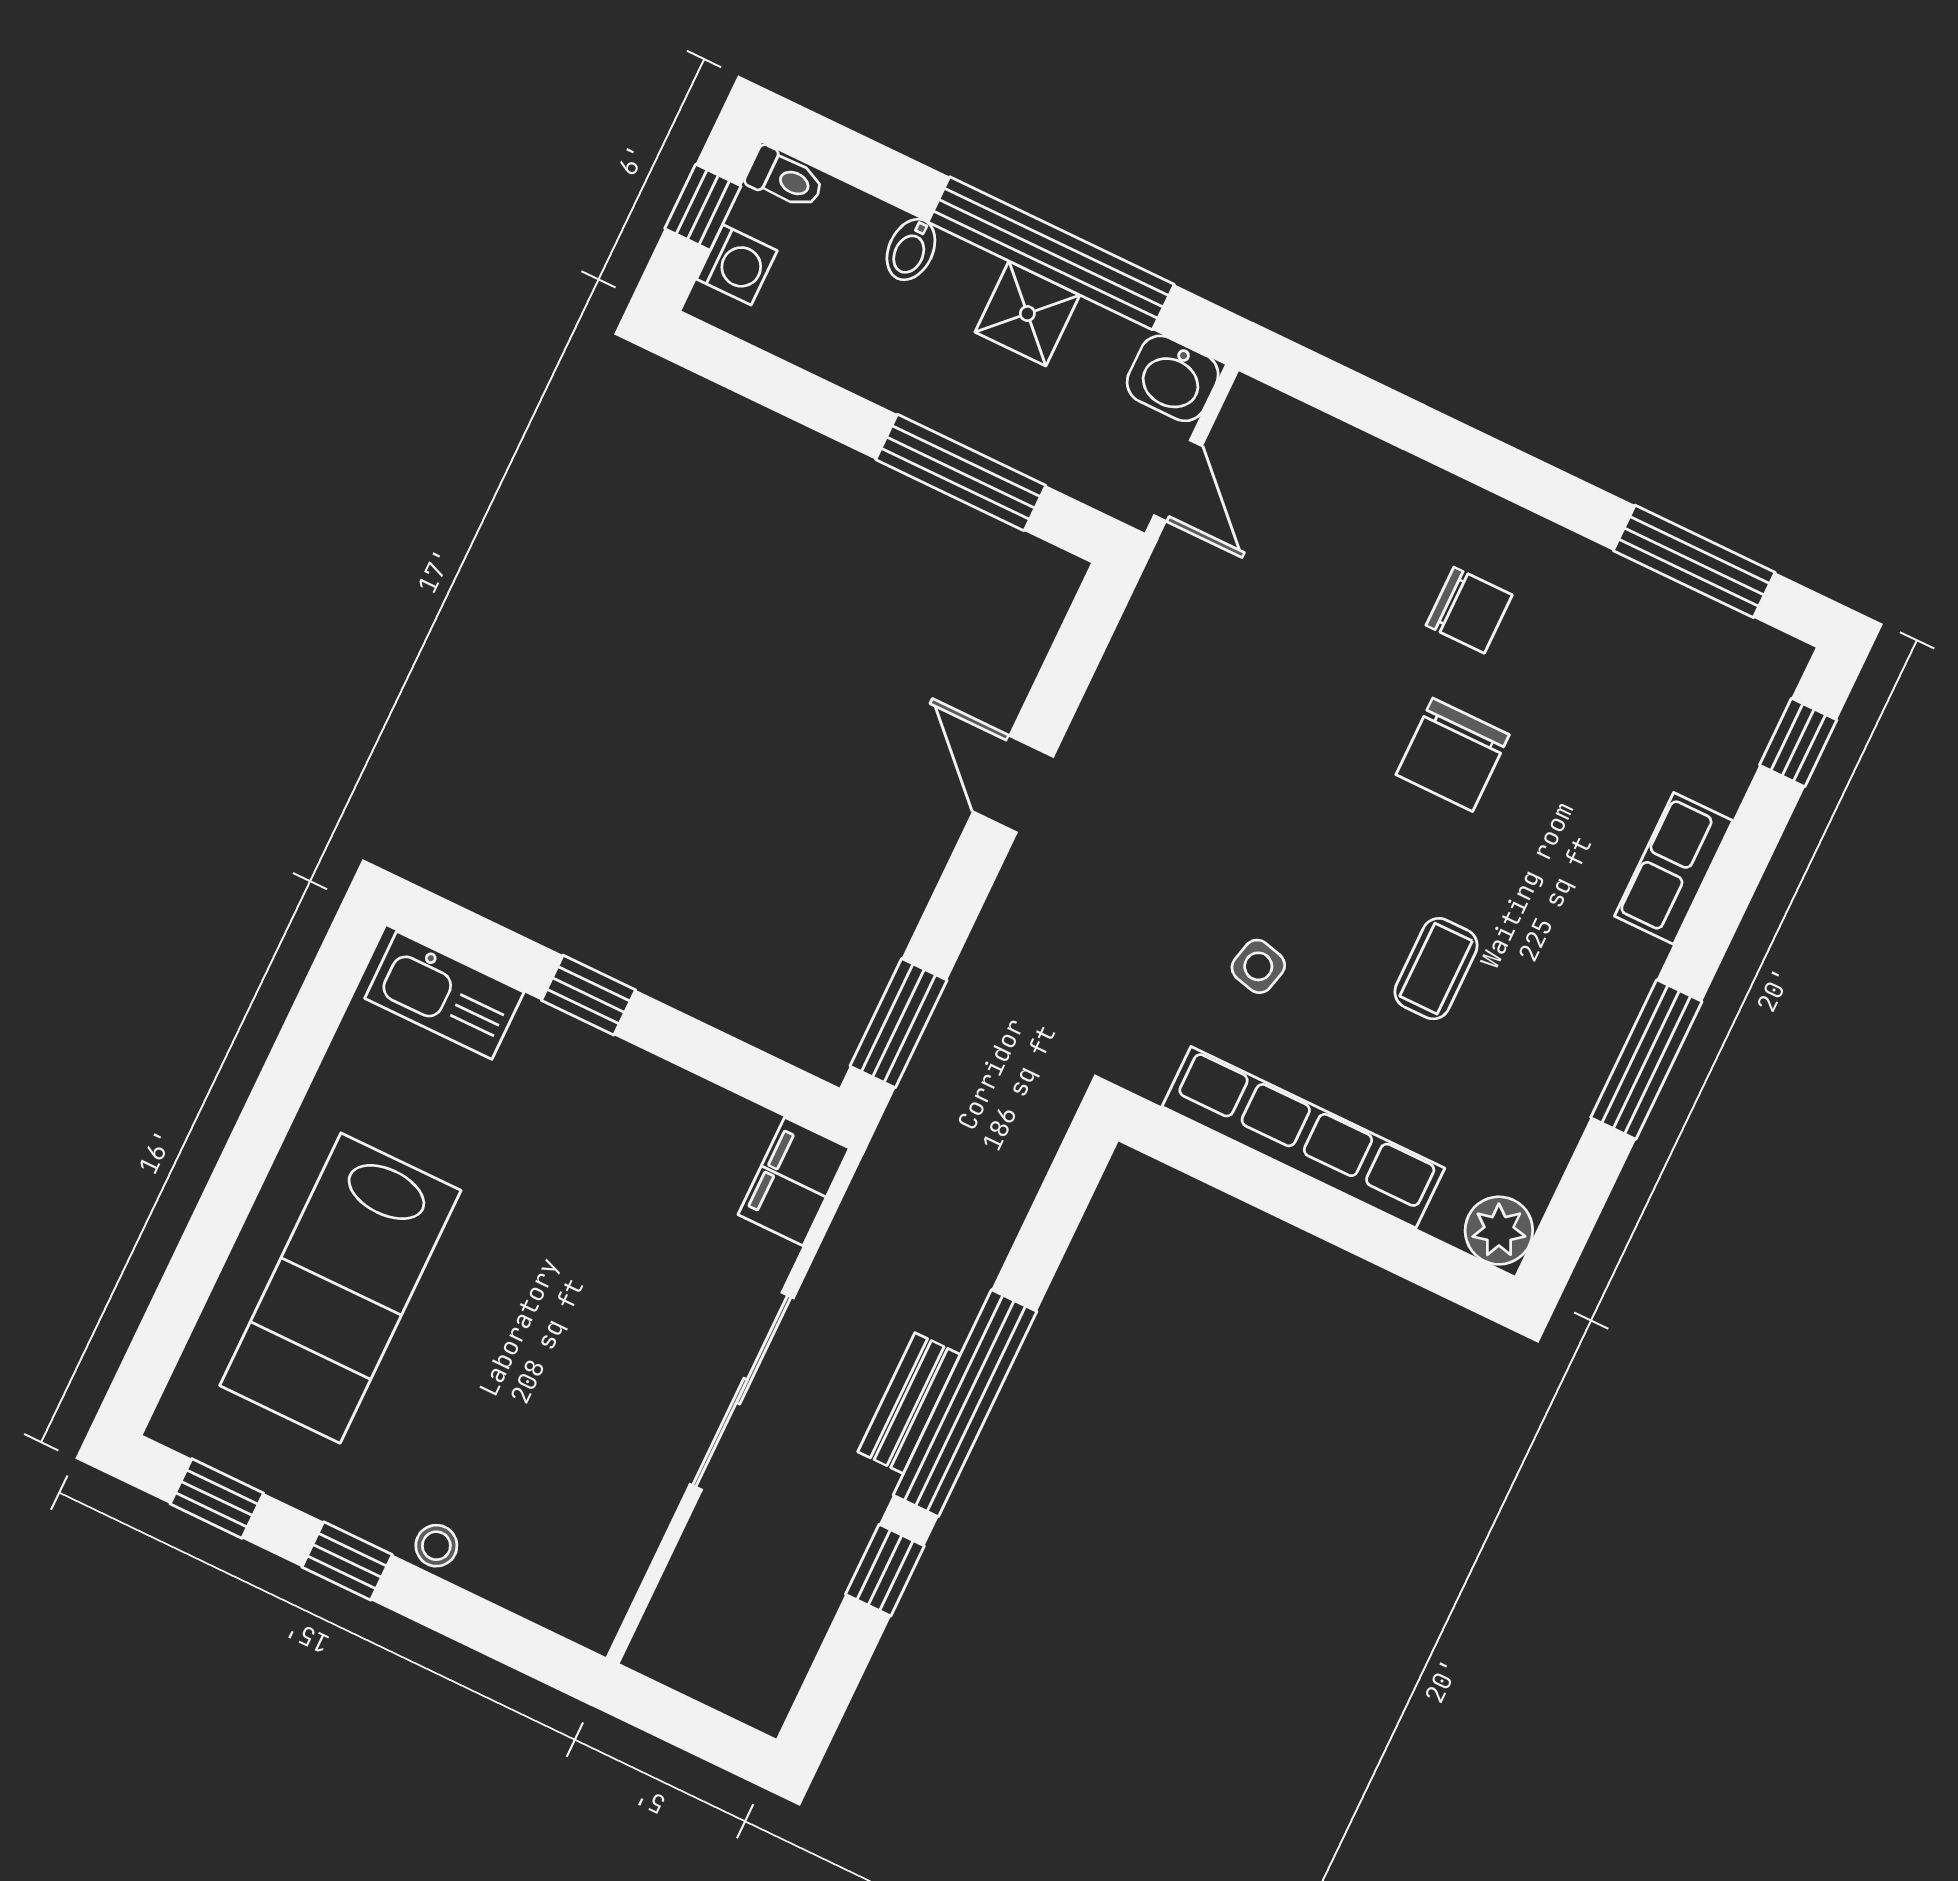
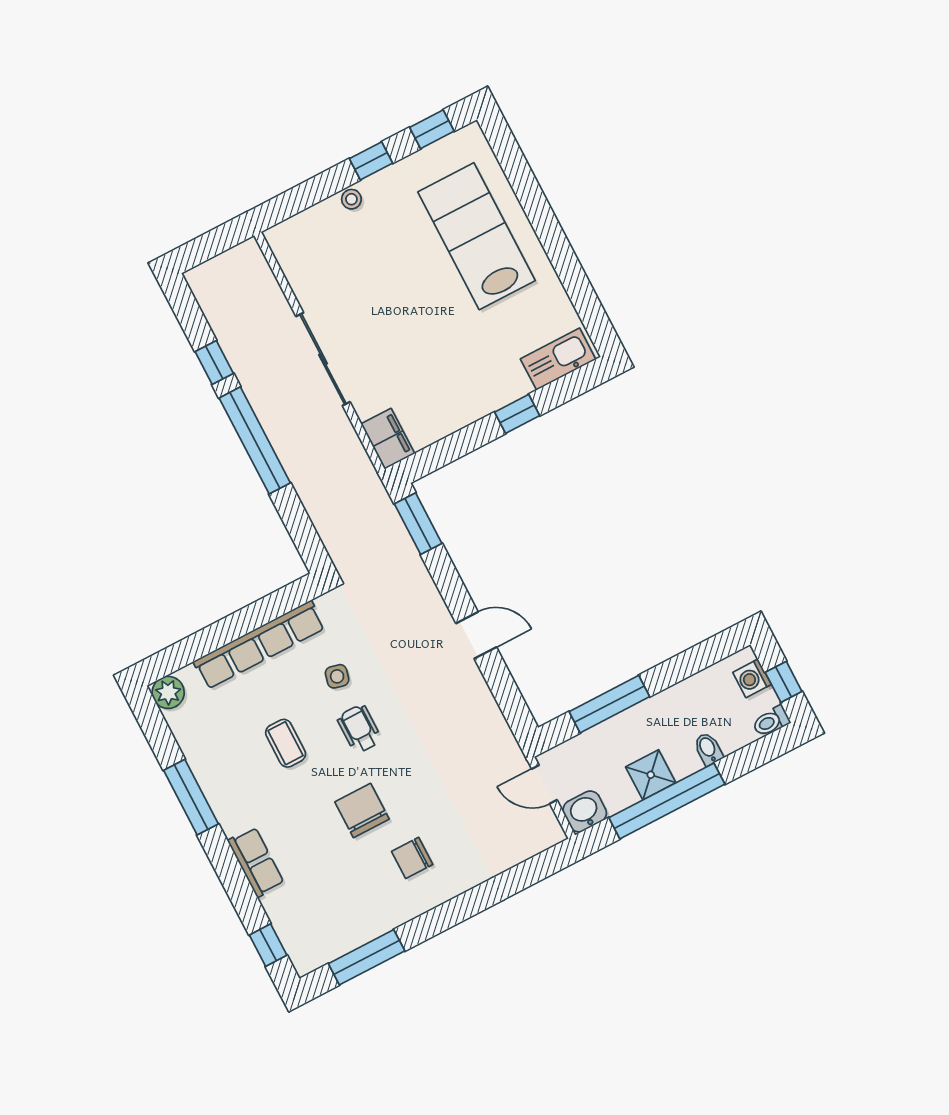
wheelchair: (1319, 862) -> (359, 729), added
bench: (909, 1403) -> (271, 419), removed

